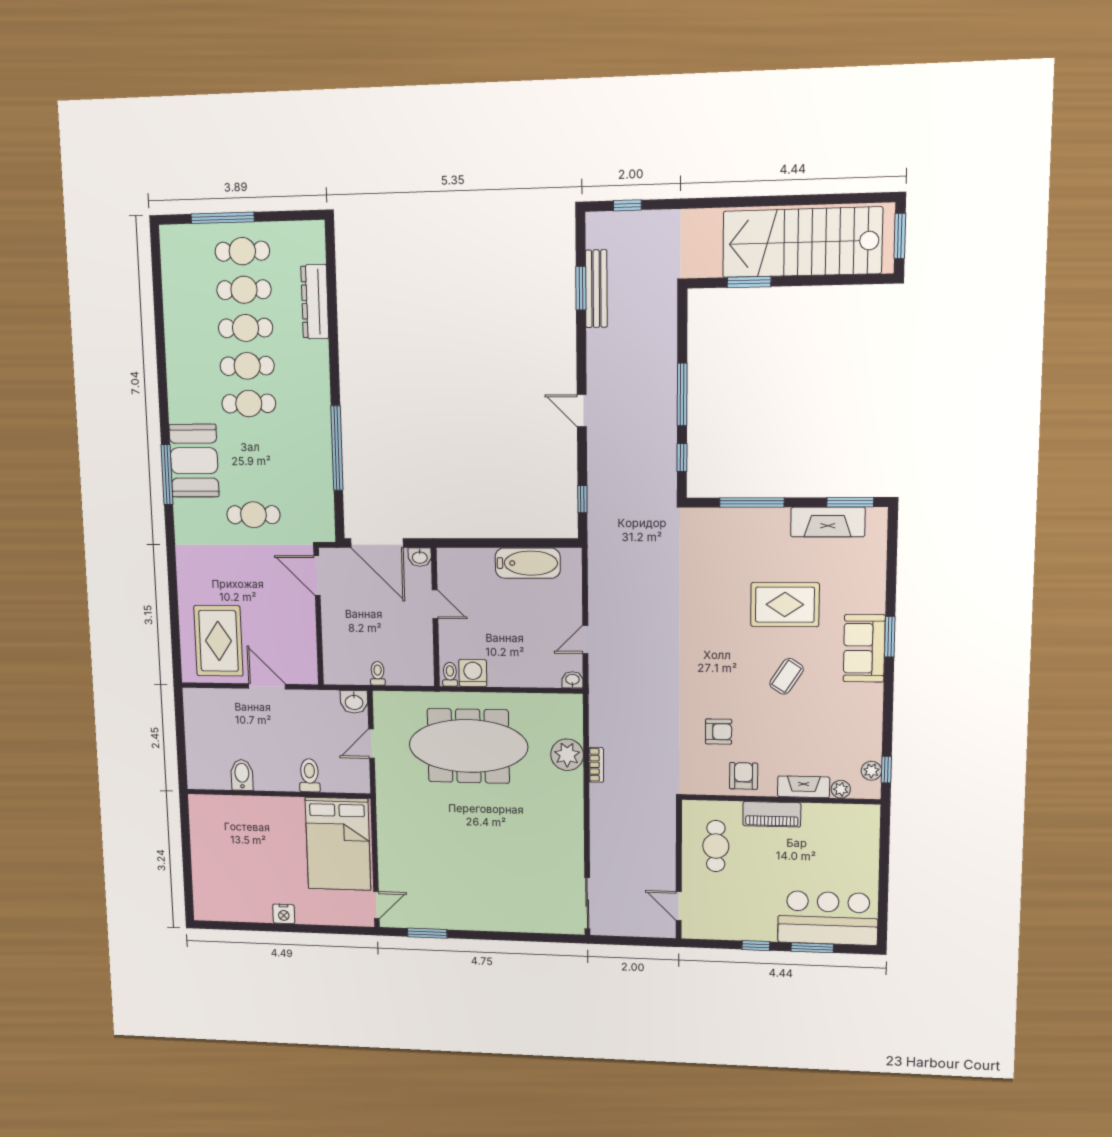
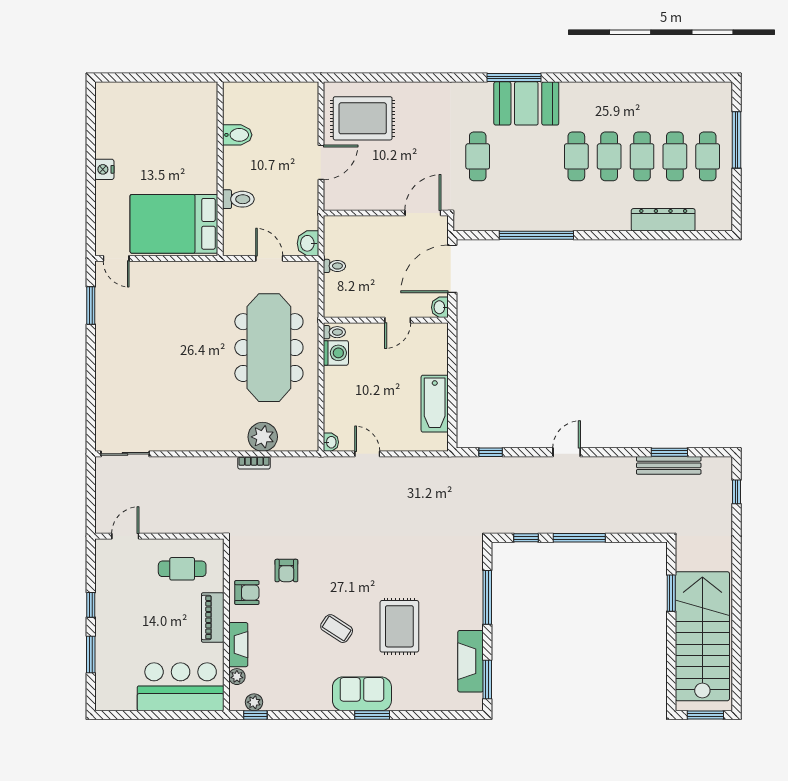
bar counter: (828, 918) -> (181, 687), moved, turned -90

